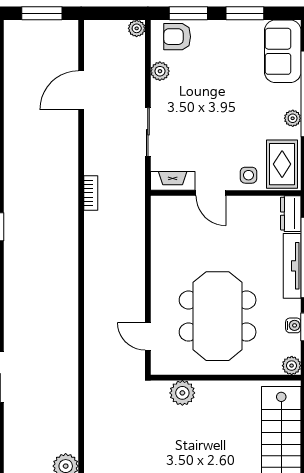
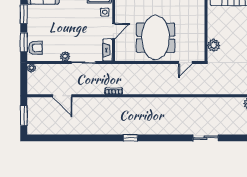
armchair: (177, 37) -> (36, 48), turned -90
plant: (160, 71) -> (65, 56), moved
meeting table: (218, 316) -> (156, 38), moved, turned 90

